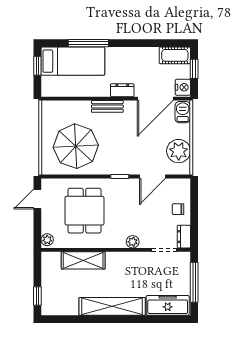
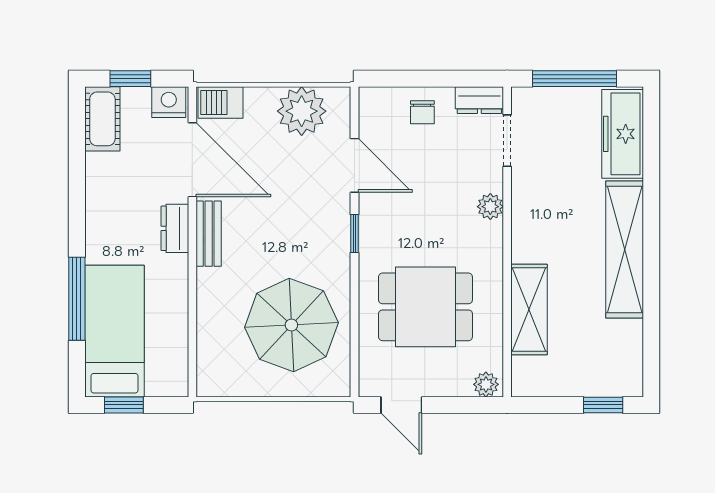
bench: (107, 106) -> (209, 234), moved

